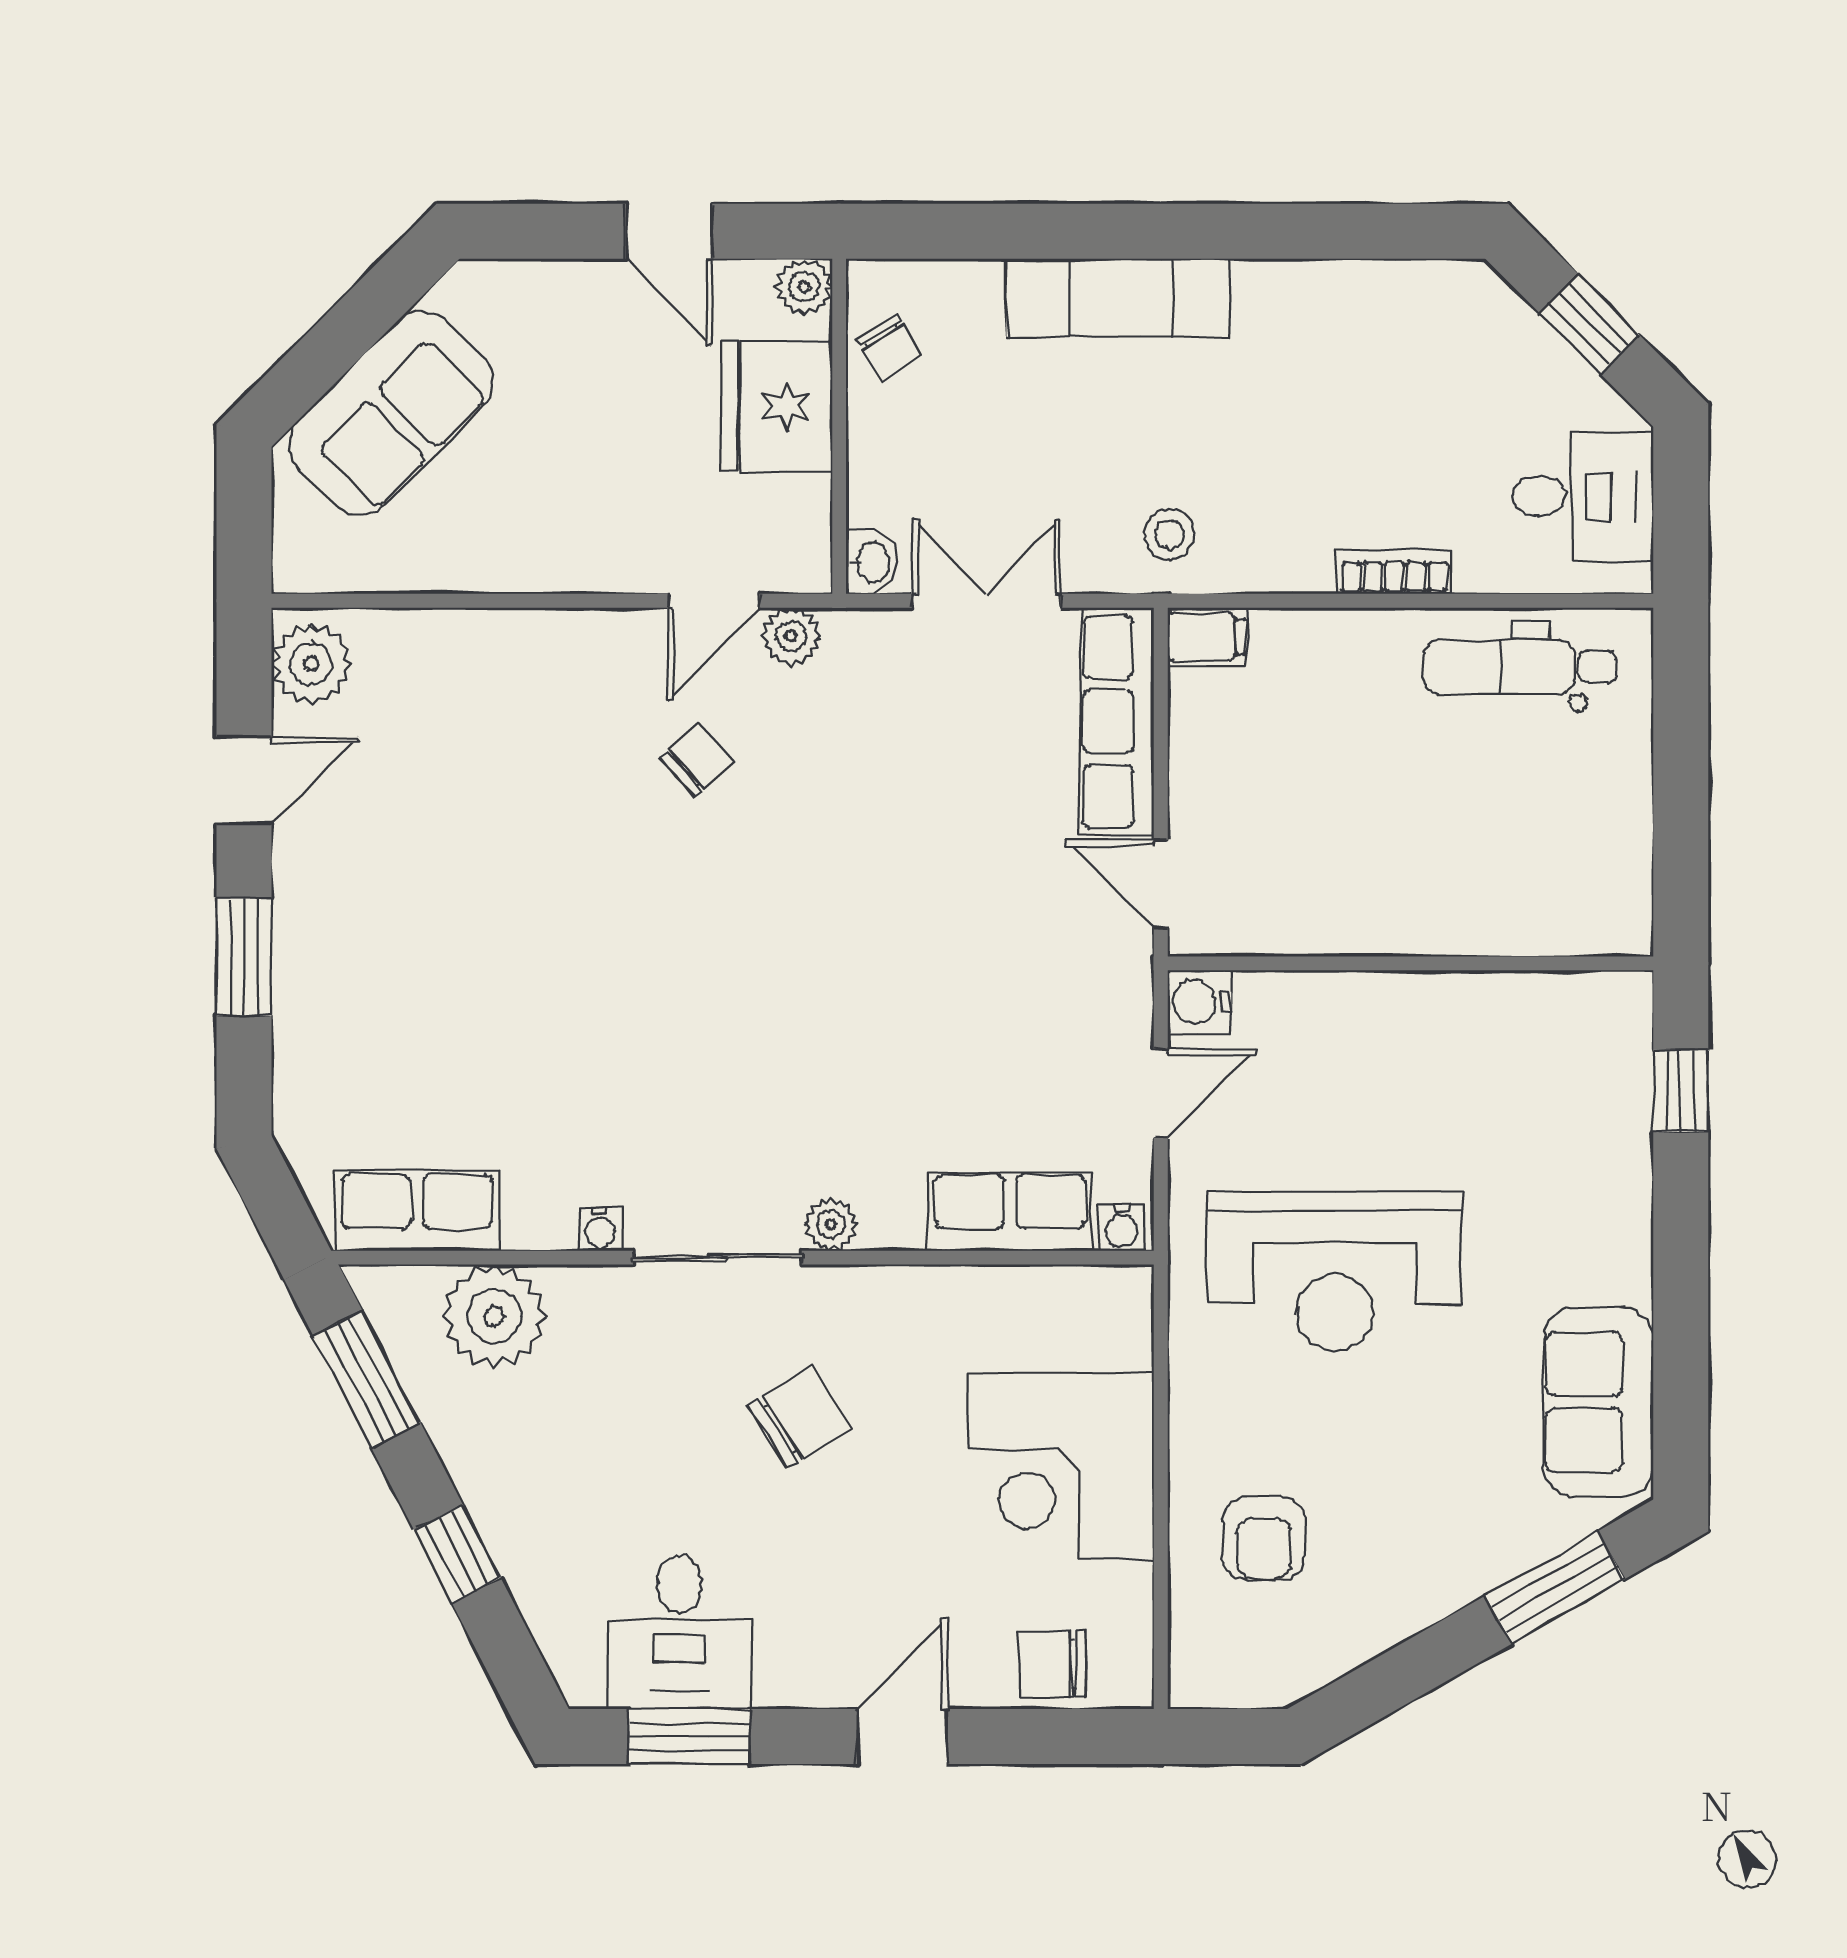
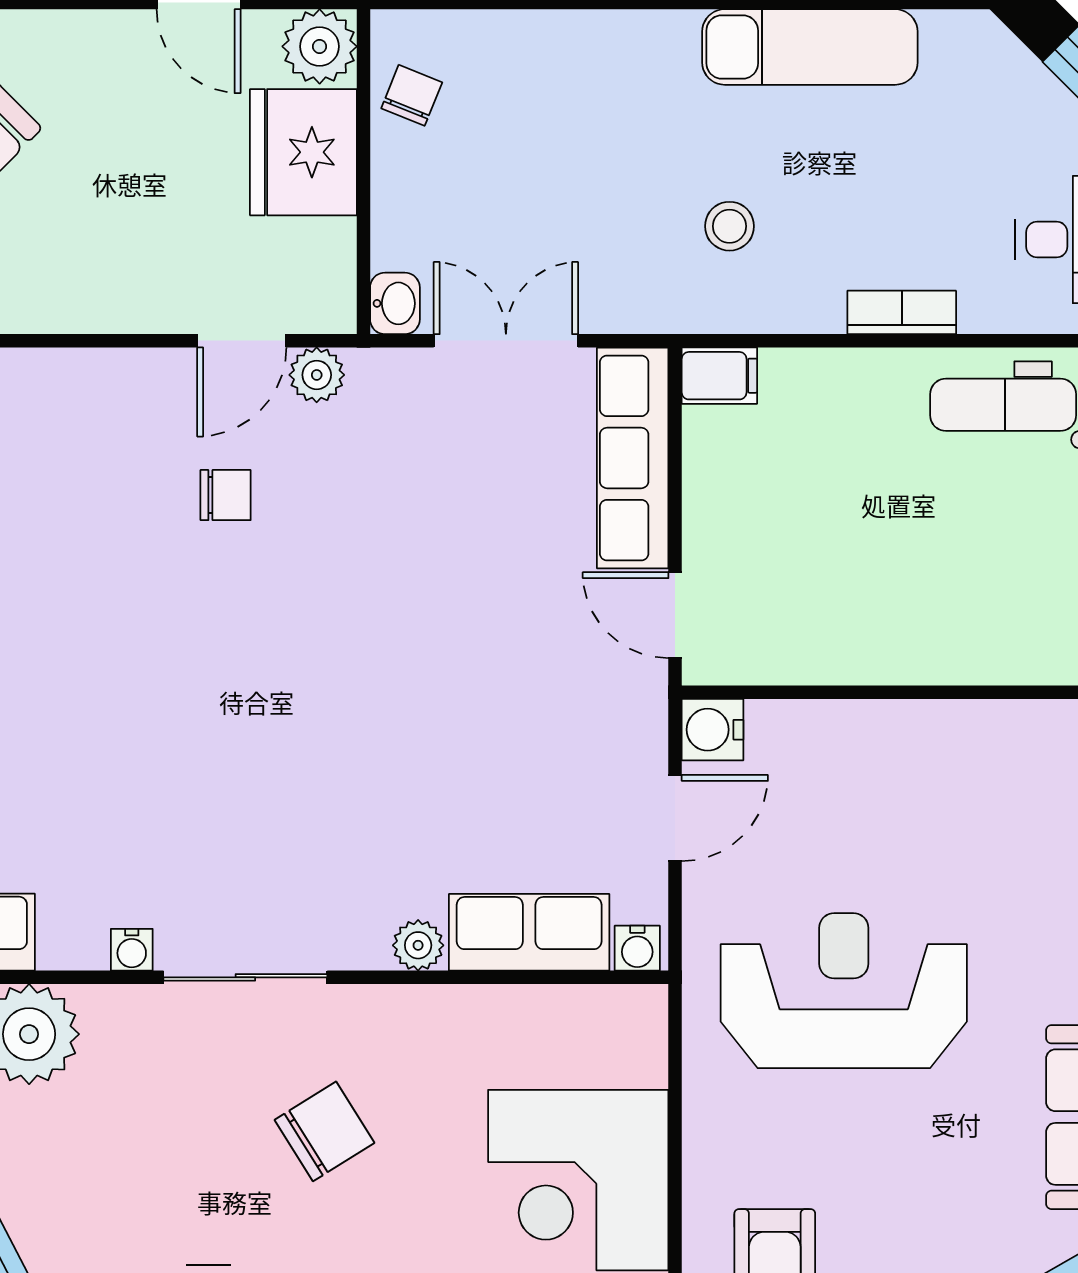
plant: (804, 287) -> (320, 46), width x1.38, depth x1.38
exam couch: (1118, 298) -> (810, 47), moved
chair: (889, 348) -> (412, 95), turned -126
stool: (1169, 534) -> (730, 226), moved
chair: (697, 760) -> (226, 495), turned 41
plant: (831, 1225) -> (418, 945), moved
reception desk: (1335, 1271) -> (844, 991), turned 180

